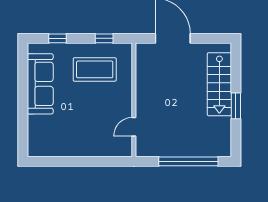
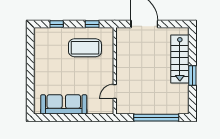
sofa: (40, 84) -> (64, 104), moved, turned -90

